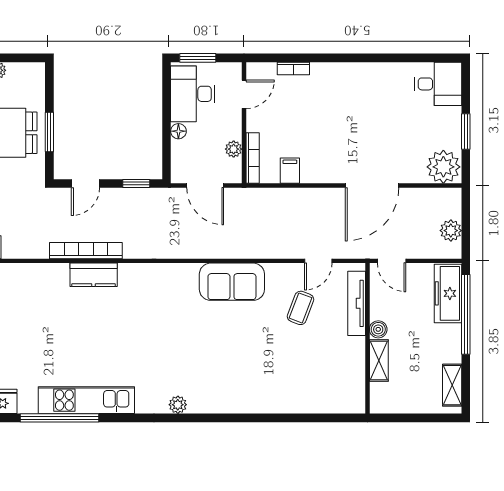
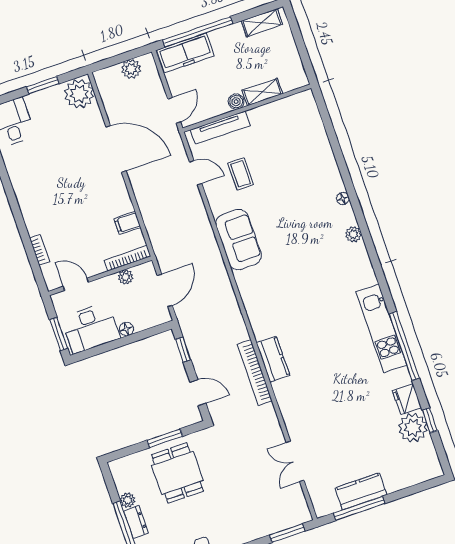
coffee table: (301, 308) -> (241, 174), turned 69
plant: (178, 405) -> (353, 234), moved
floor lamp: (237, 407) -> (343, 199), added

